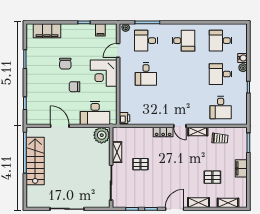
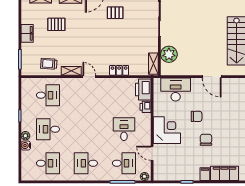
filing cabinet: (100, 30) -> (205, 174), moved
door: (118, 50) -> (152, 153), swing flipped
desk: (221, 74) -> (48, 129), turned 180
printer: (125, 96) -> (146, 107), added
desk: (221, 108) -> (48, 95), turned 90
printer: (125, 118) -> (143, 89), width x1.87, depth x1.48
locker: (163, 132) -> (119, 70), moved
plant: (102, 135) -> (169, 54), moved
shelving: (117, 152) -> (153, 64), moved
pallet: (140, 164) -> (115, 13), moved

